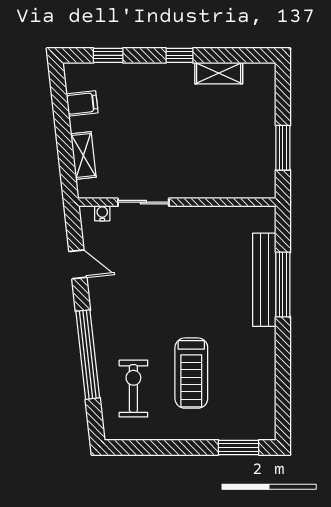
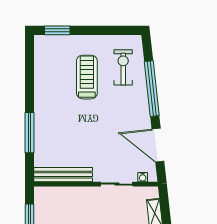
door: (78, 264) -> (158, 145), width x1.87
bench: (264, 280) -> (63, 175), moved, turned 90
exercise bike: (133, 389) -> (123, 67), turned 180

